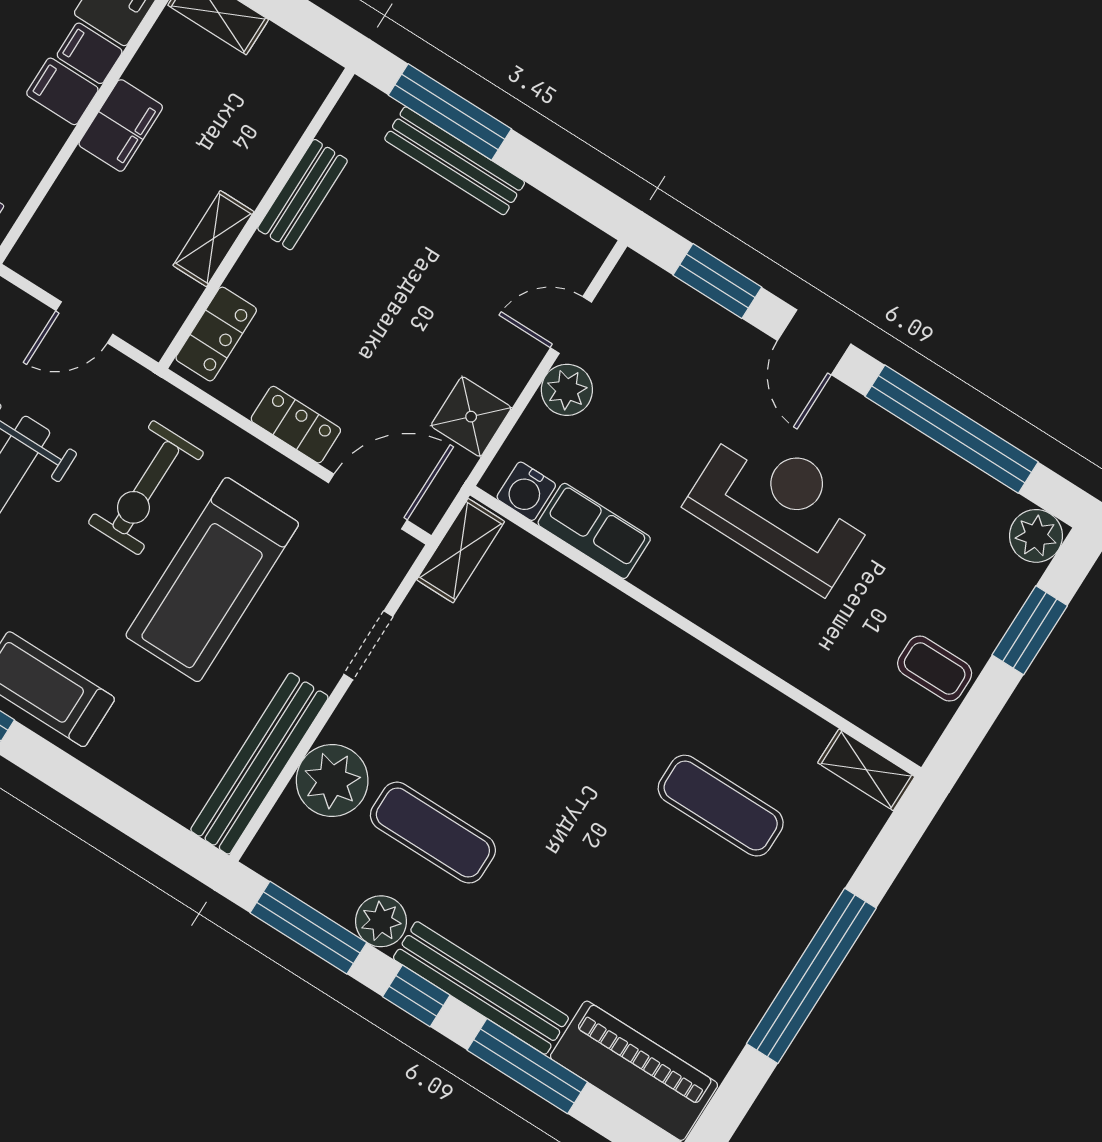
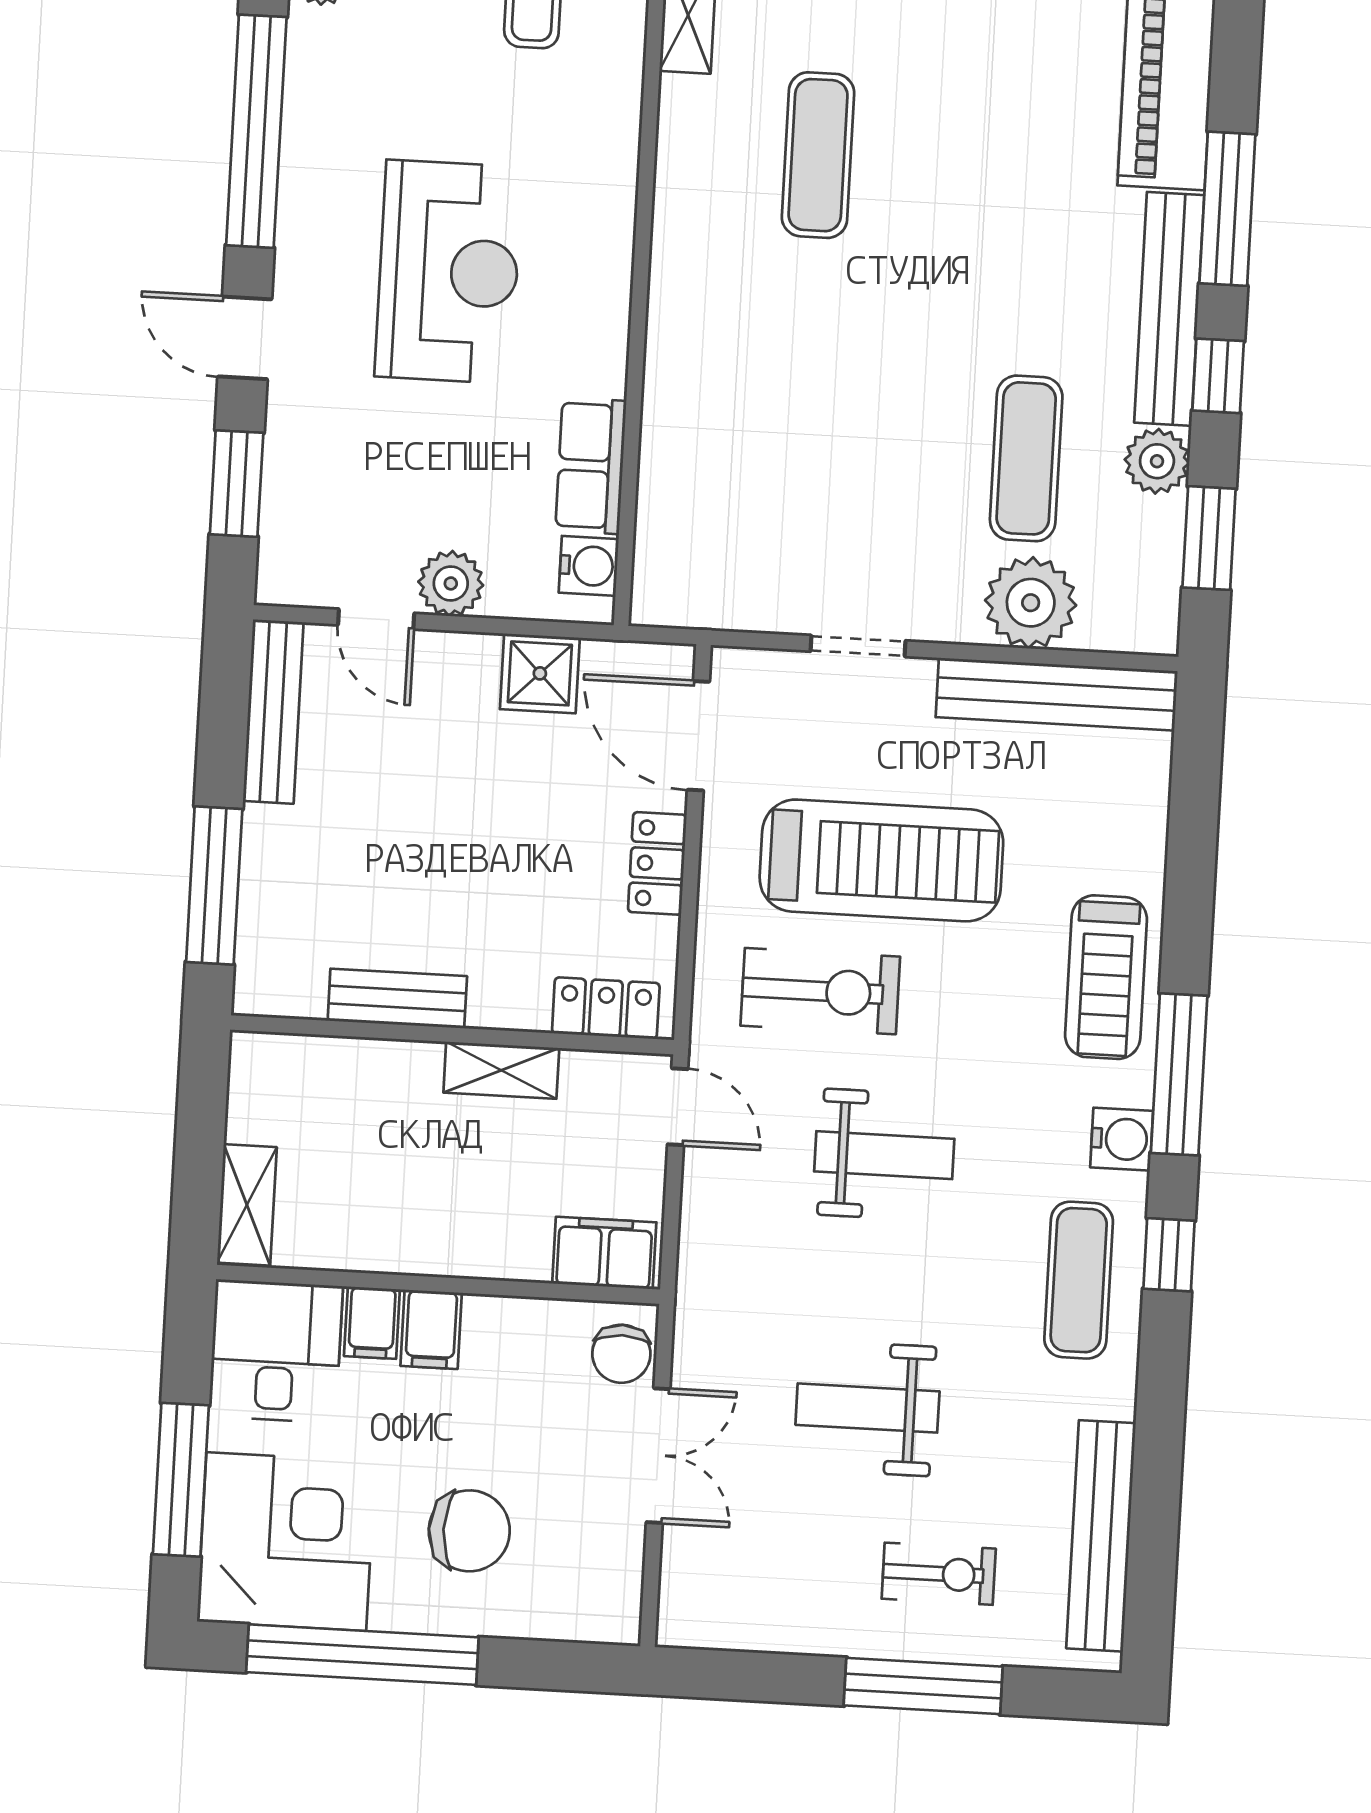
filing cabinet: (121, 125) -> (604, 1253), moved
bench: (455, 161) -> (273, 712), moved
door: (84, 322) -> (678, 1107), moved
door: (814, 342) -> (245, 338), swing flipped
reception desk: (782, 507) -> (449, 272), turned 180
shelving: (461, 551) -> (695, 602), removed
window: (308, 928) -> (1209, 538), width x0.69

